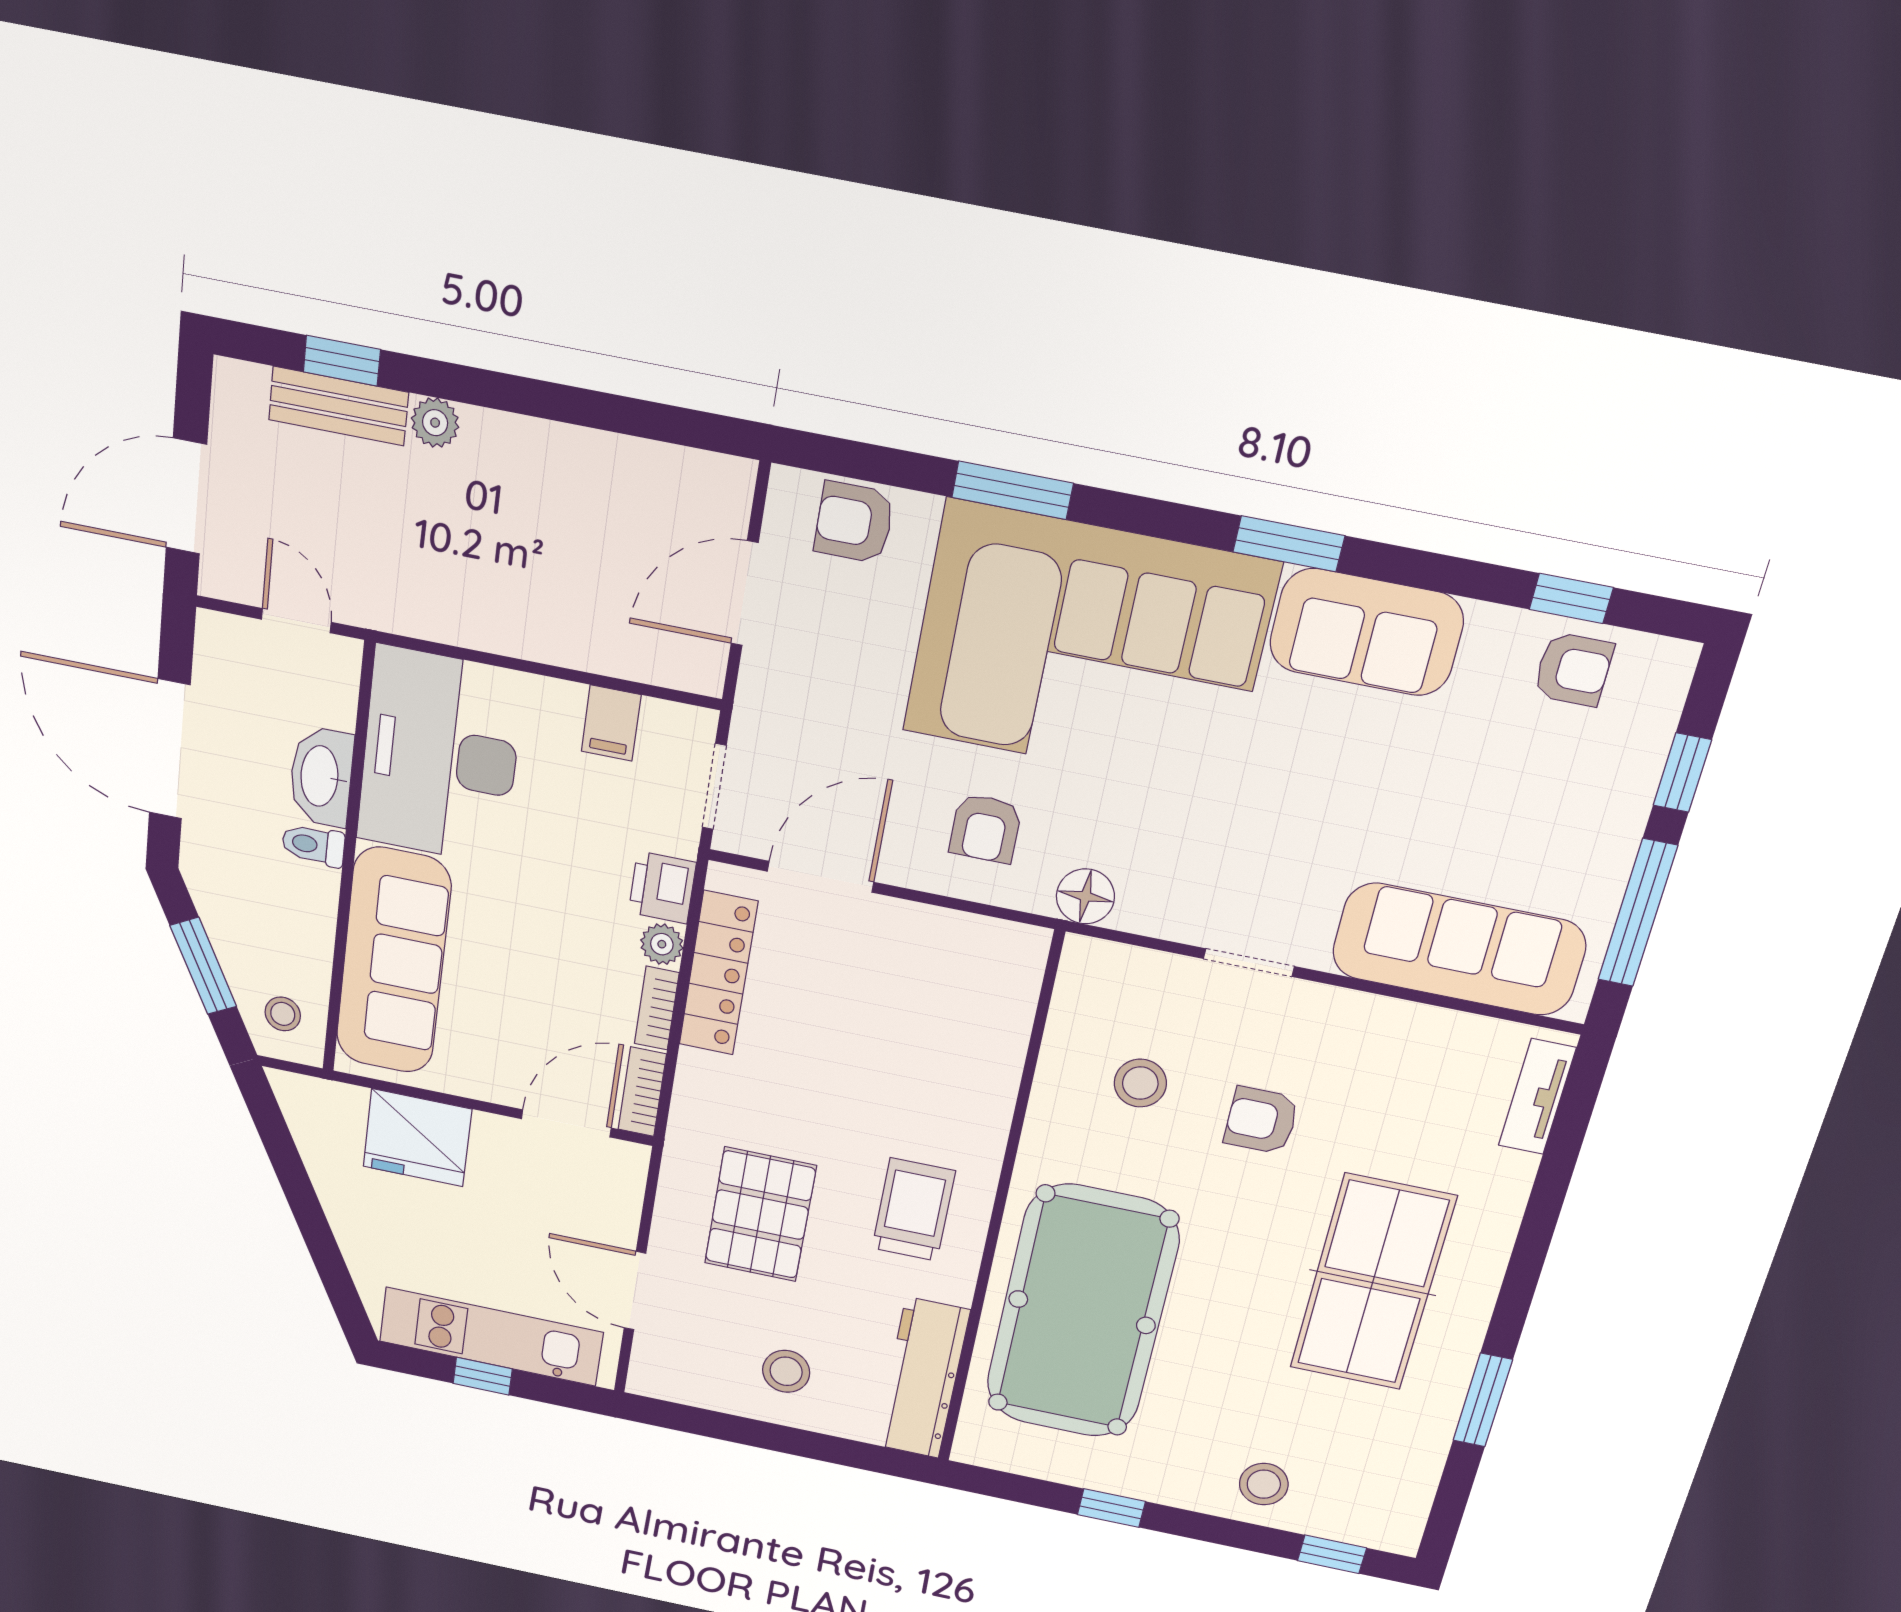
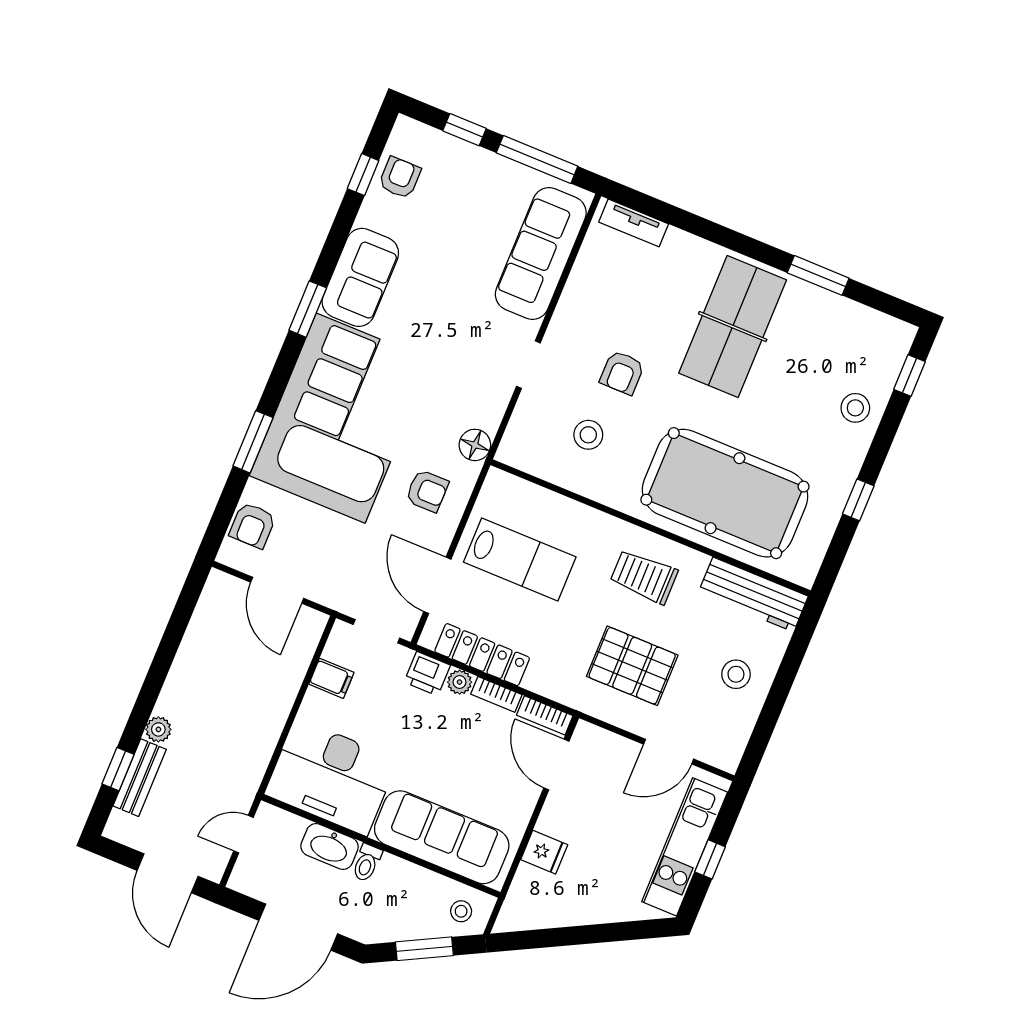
lab bench: (897, 1007) -> (520, 560), added
fridge: (417, 1138) -> (544, 852), width x0.53, depth x0.75
table tennis table: (1373, 1283) -> (733, 327), turned 90

